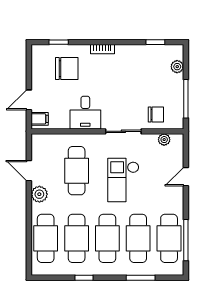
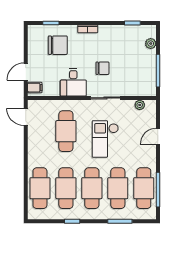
chair: (156, 115) -> (102, 68), moved
door: (29, 171) -> (26, 117), moved
plant: (39, 194) -> (35, 151), removed

